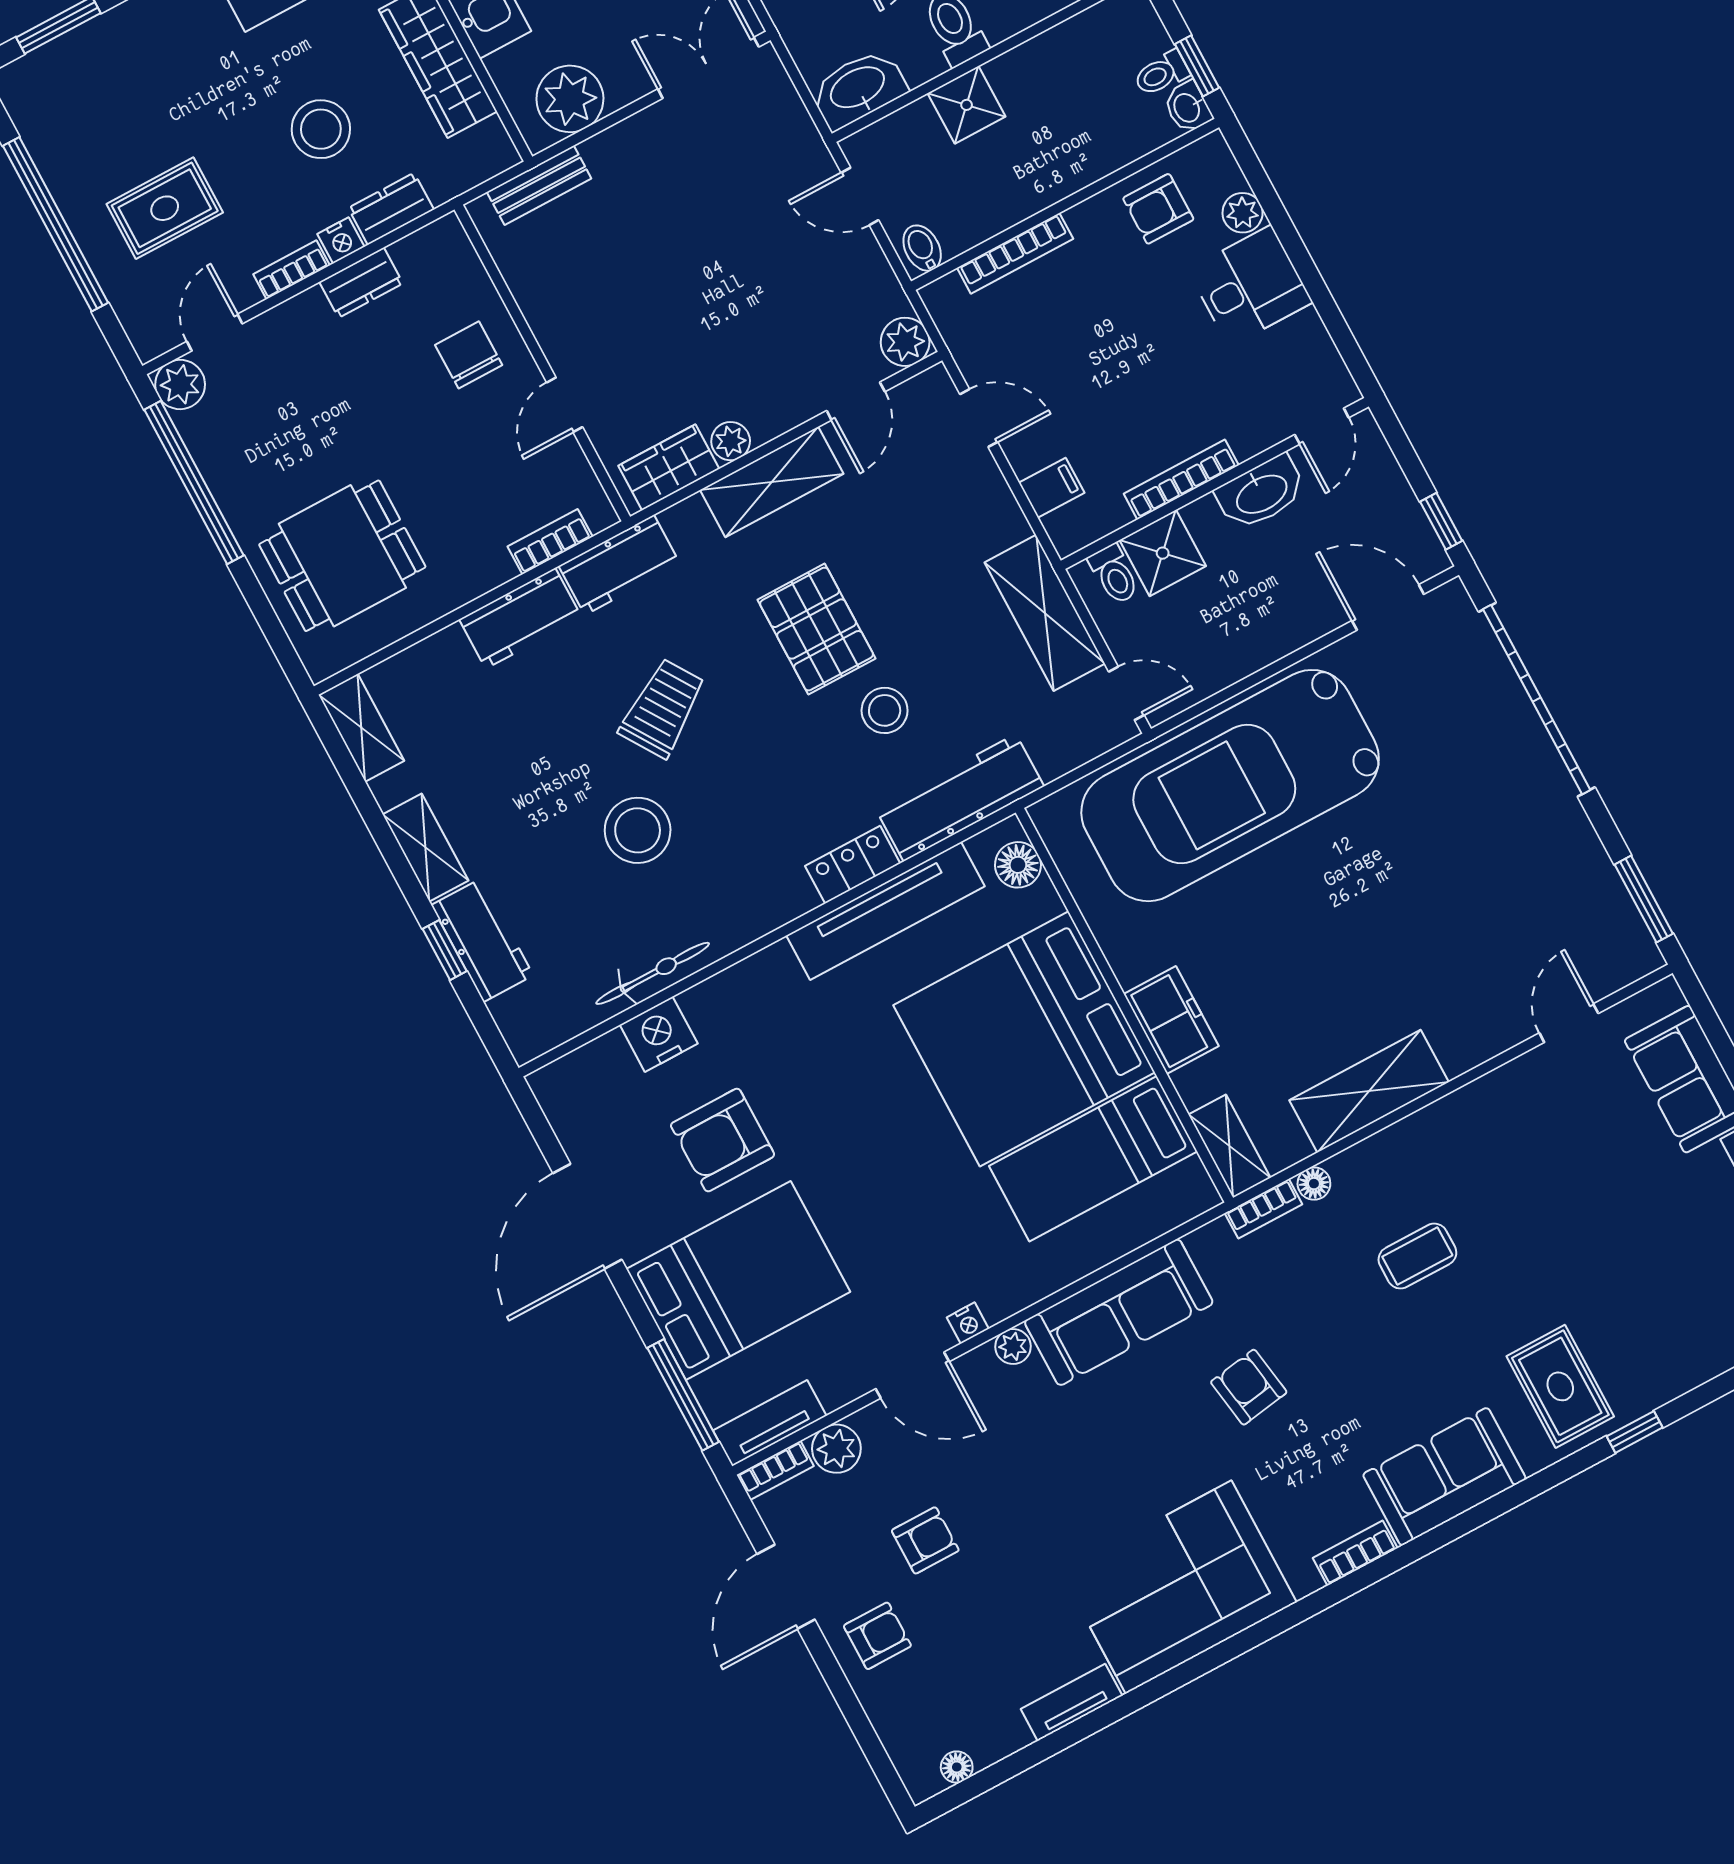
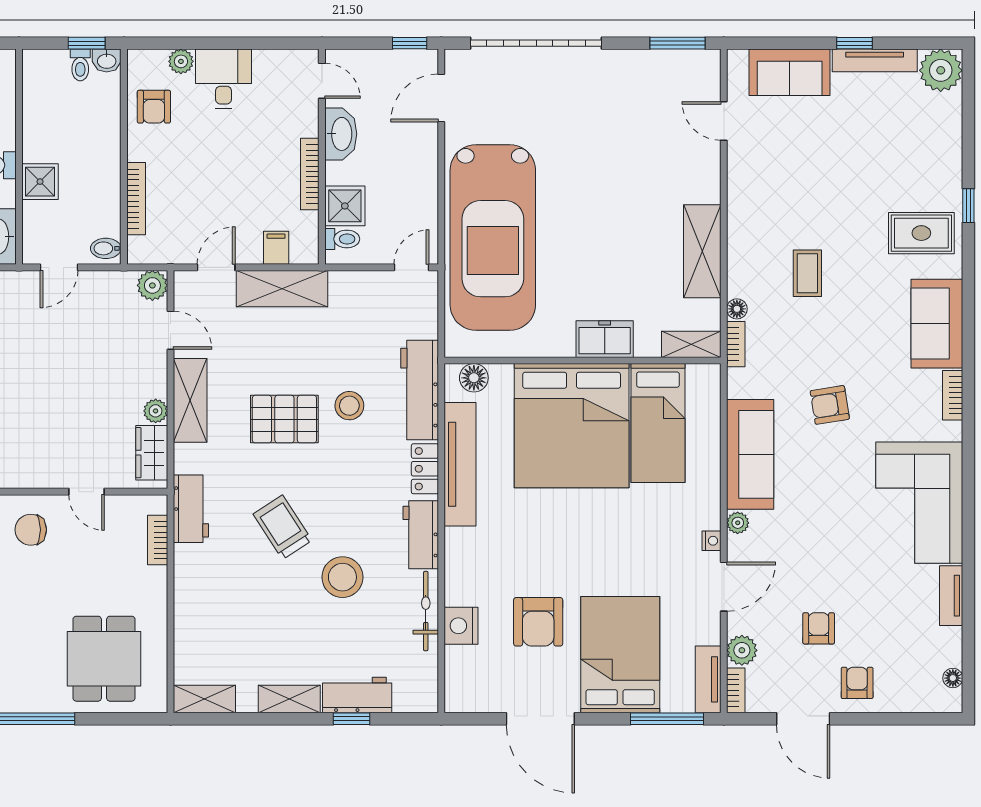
shelving: (1045, 613) -> (282, 289), moved
workbench: (520, 618) -> (421, 535), moved, turned 180

